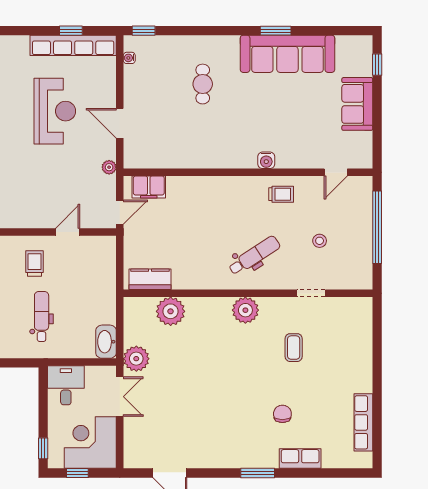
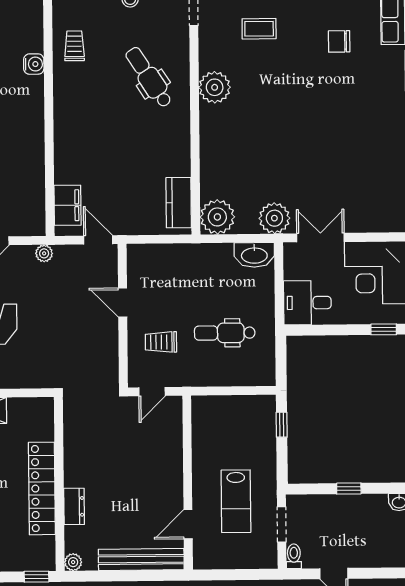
plant: (171, 311) -> (217, 217), moved

